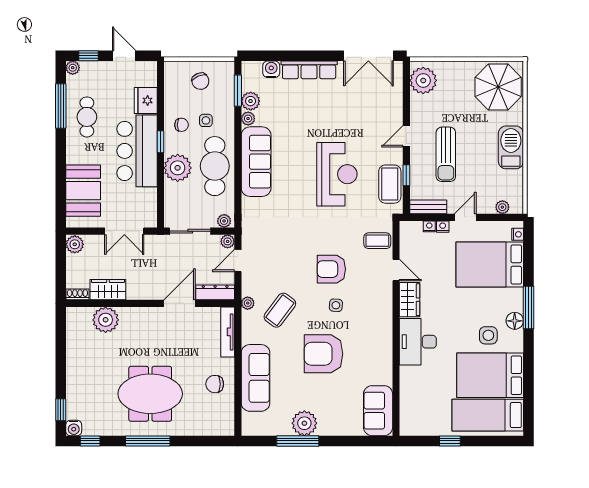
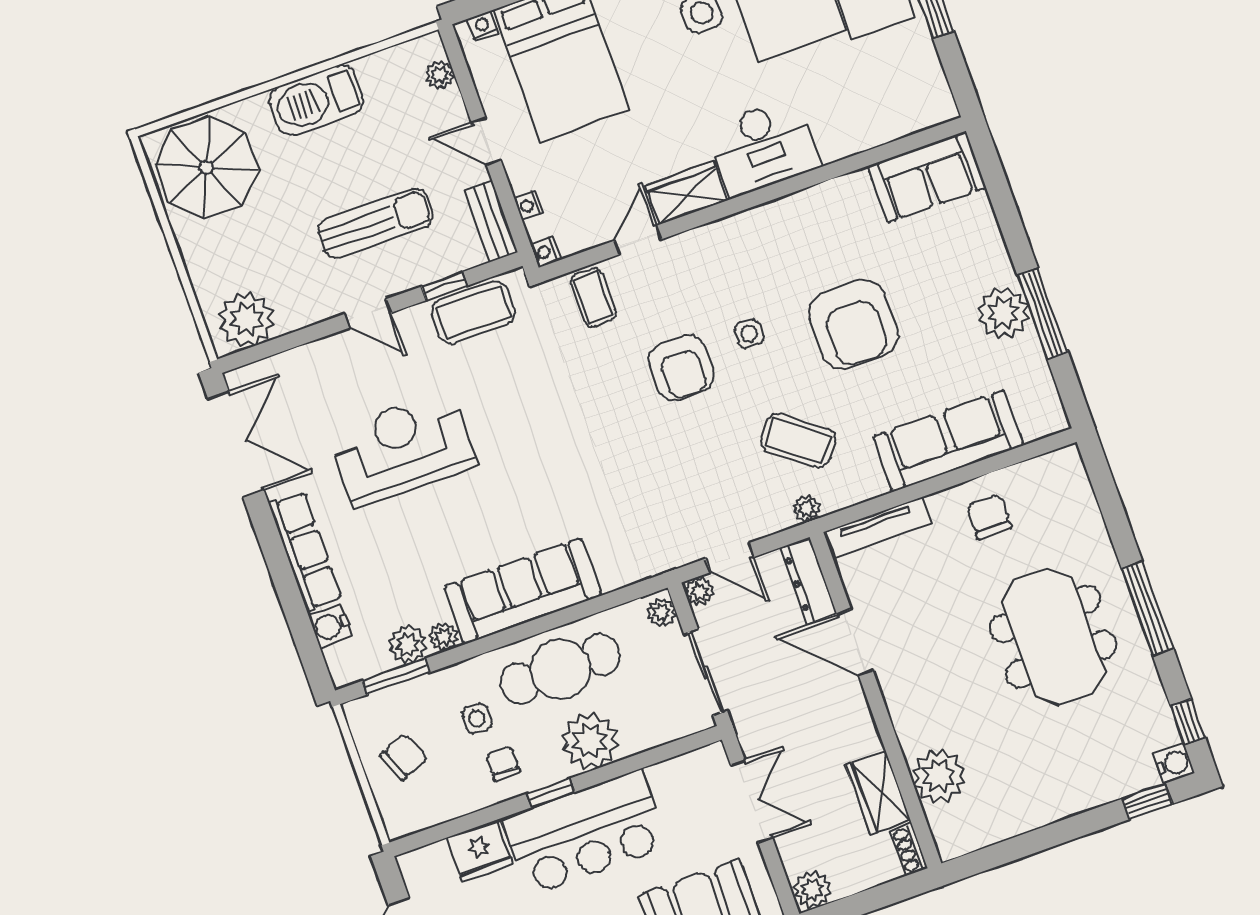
reception desk: (337, 174) -> (402, 449), moved
nightstand: (443, 227) -> (546, 252), moved
chair: (215, 384) -> (989, 517), turned 180

